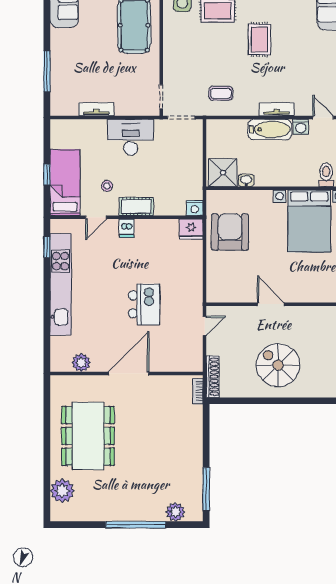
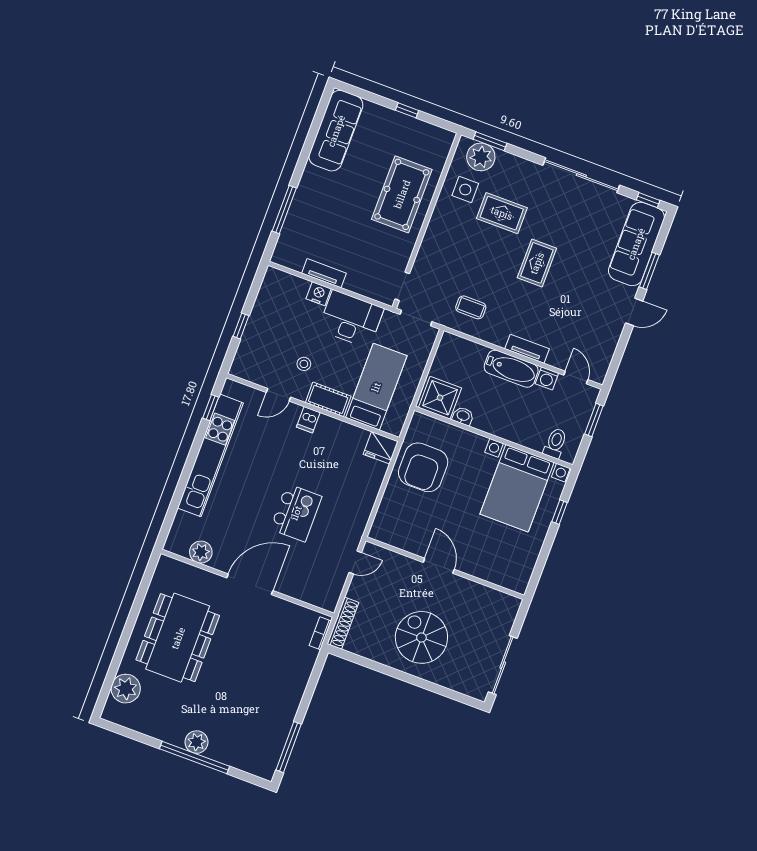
bed: (65, 183) -> (376, 387), moved
nightstand: (195, 208) -> (319, 294), moved, turned 180
armchair: (230, 232) -> (423, 467), turned 180
plant: (175, 512) -> (197, 742), moved

